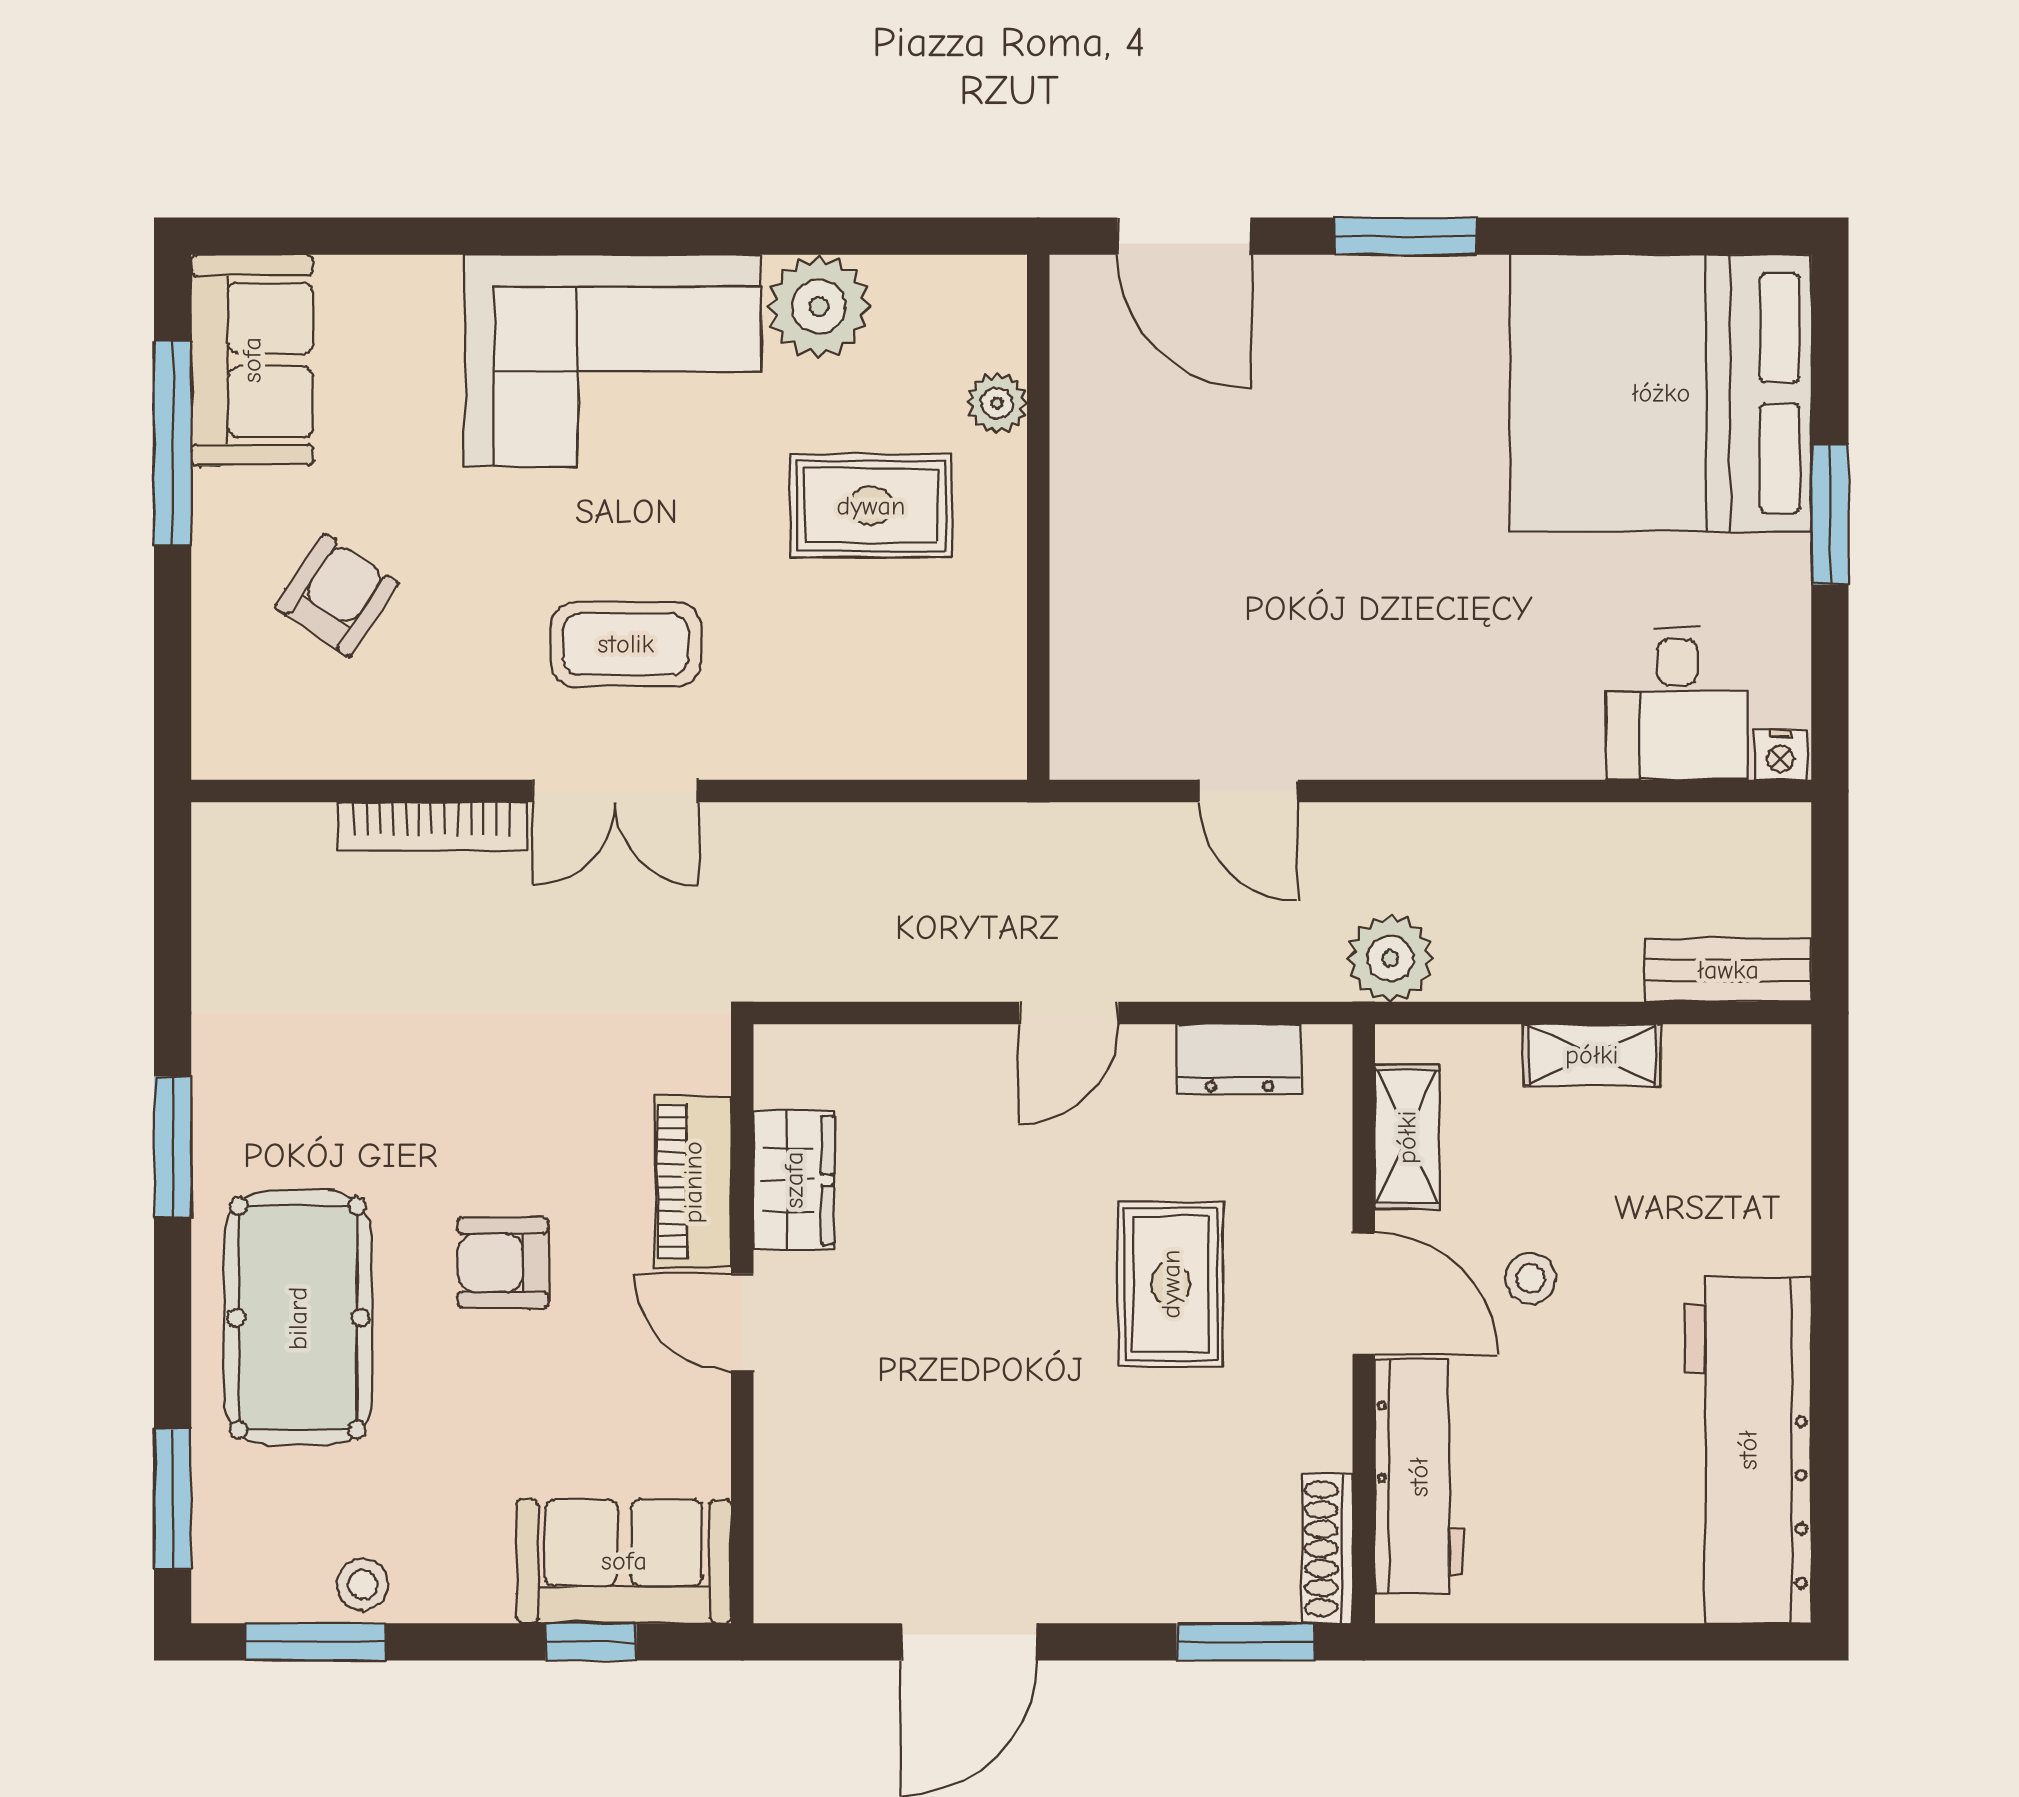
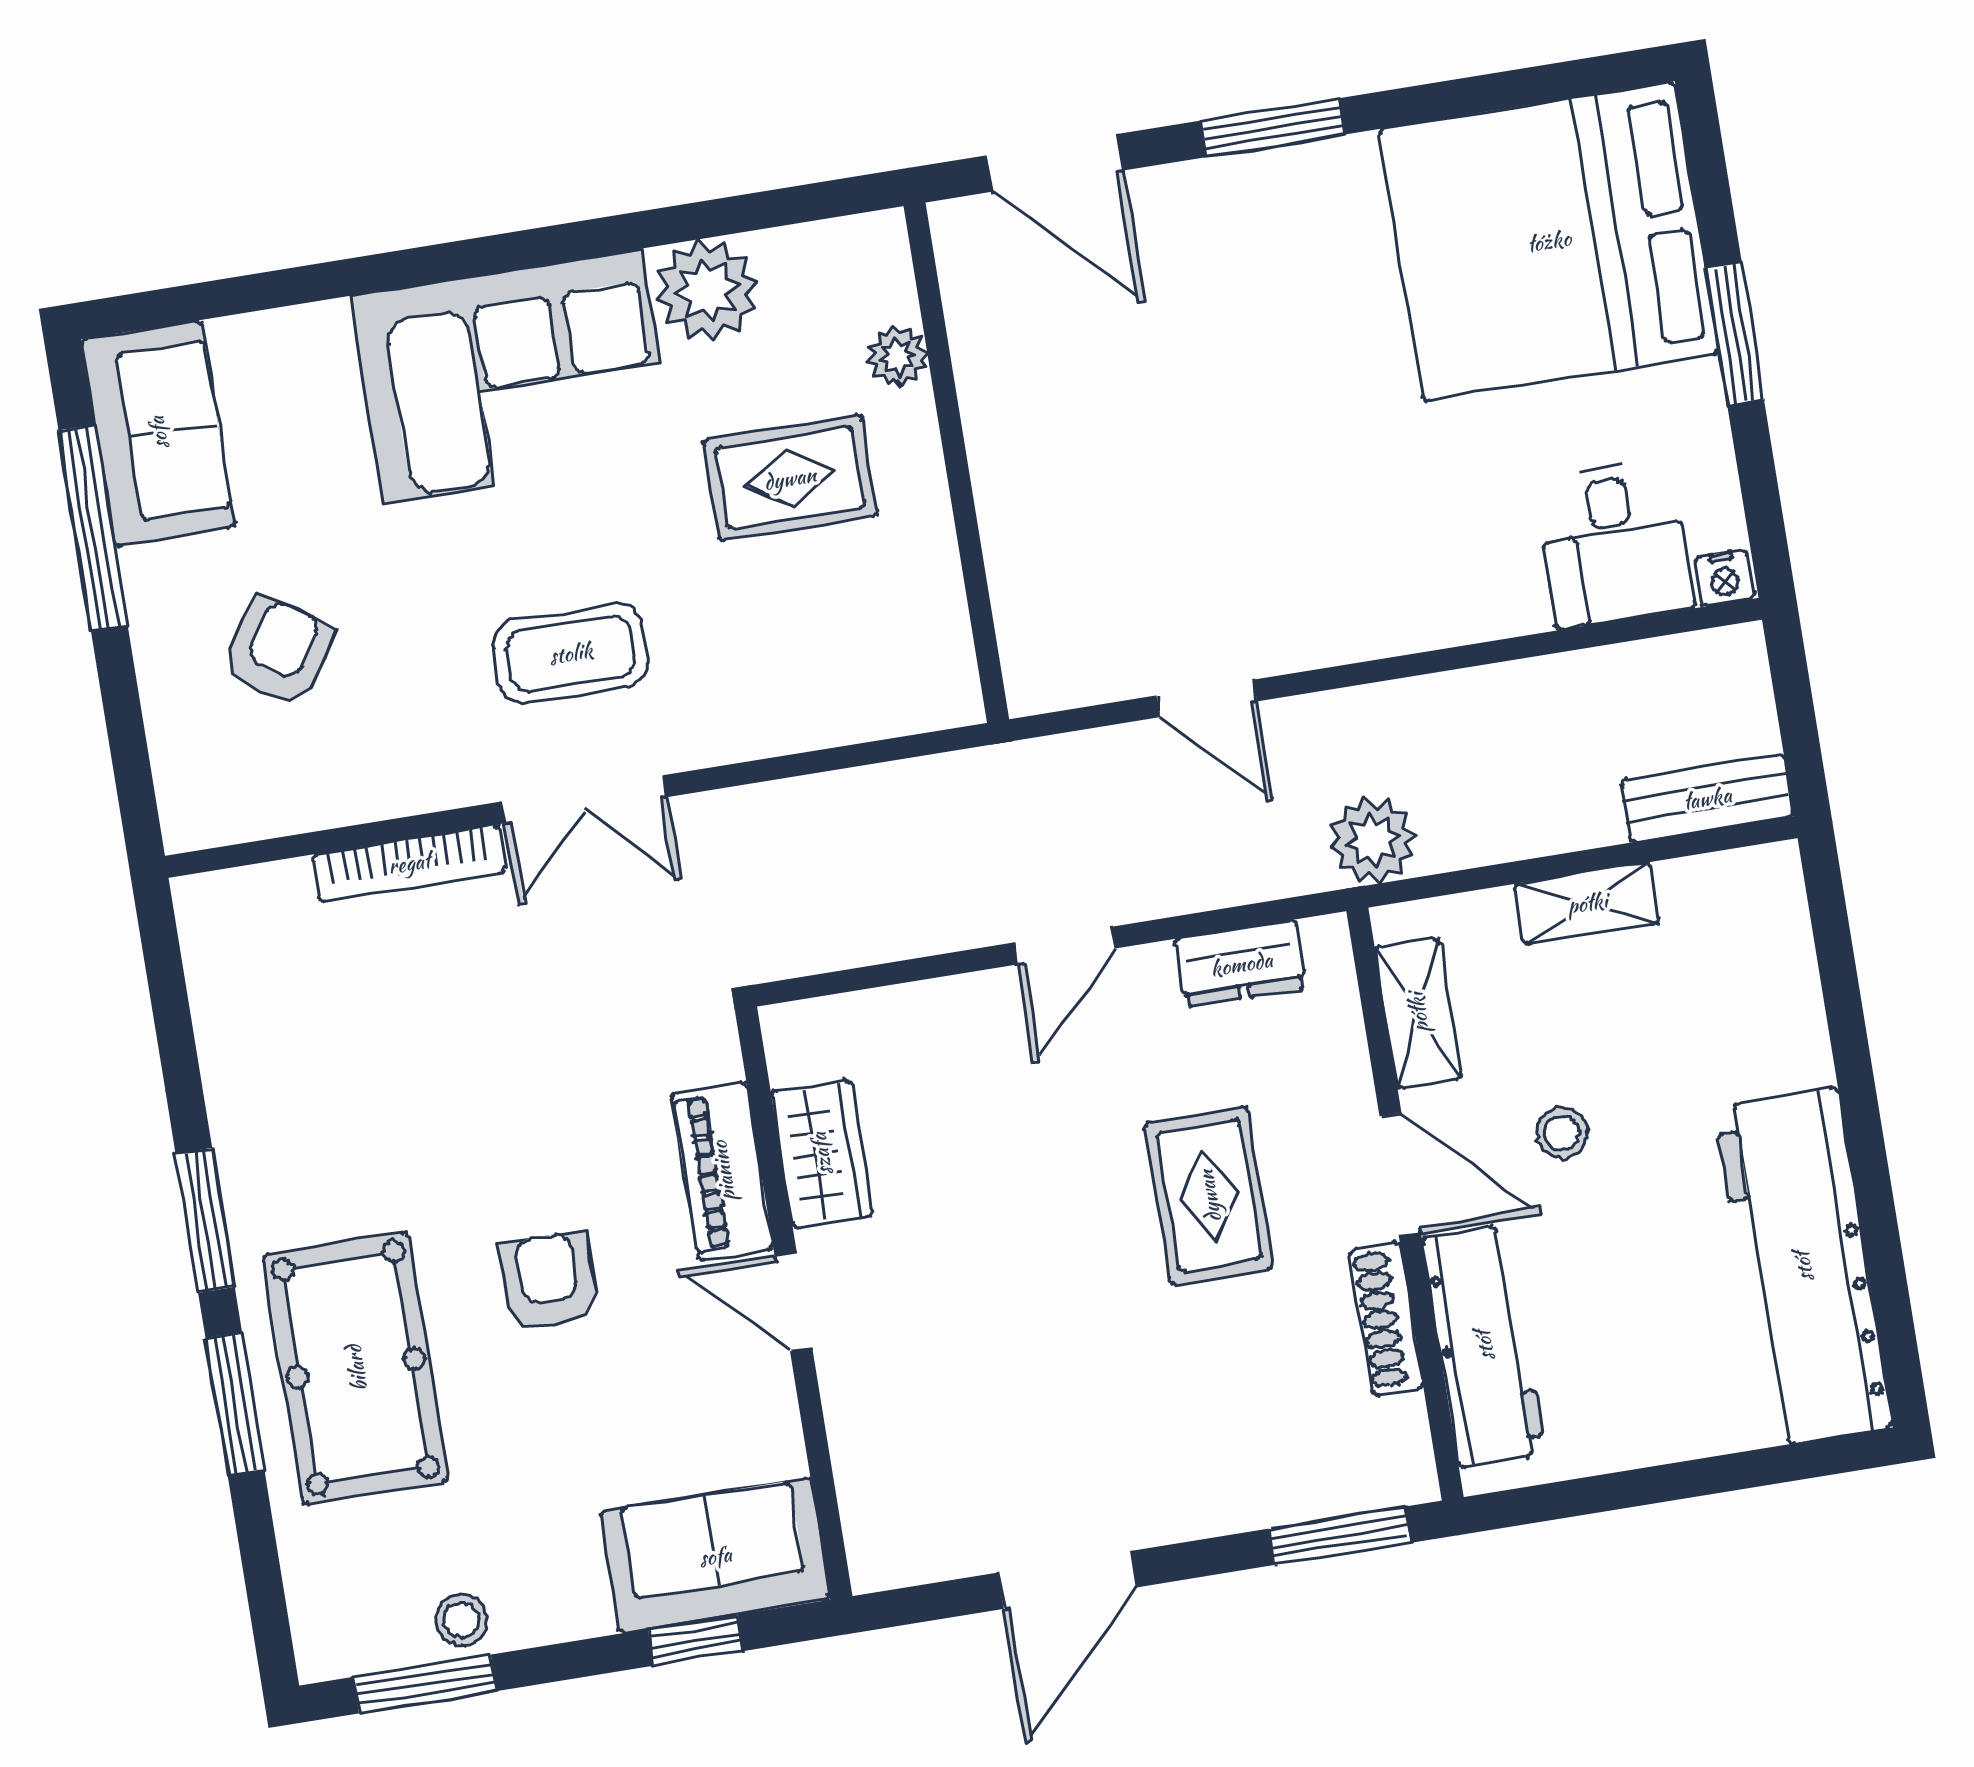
armchair: (503, 1263) -> (549, 1281), turned 90
window: (173, 1499) -> (235, 1404), moved
shoe rack: (1327, 1549) -> (1387, 1319), moved

